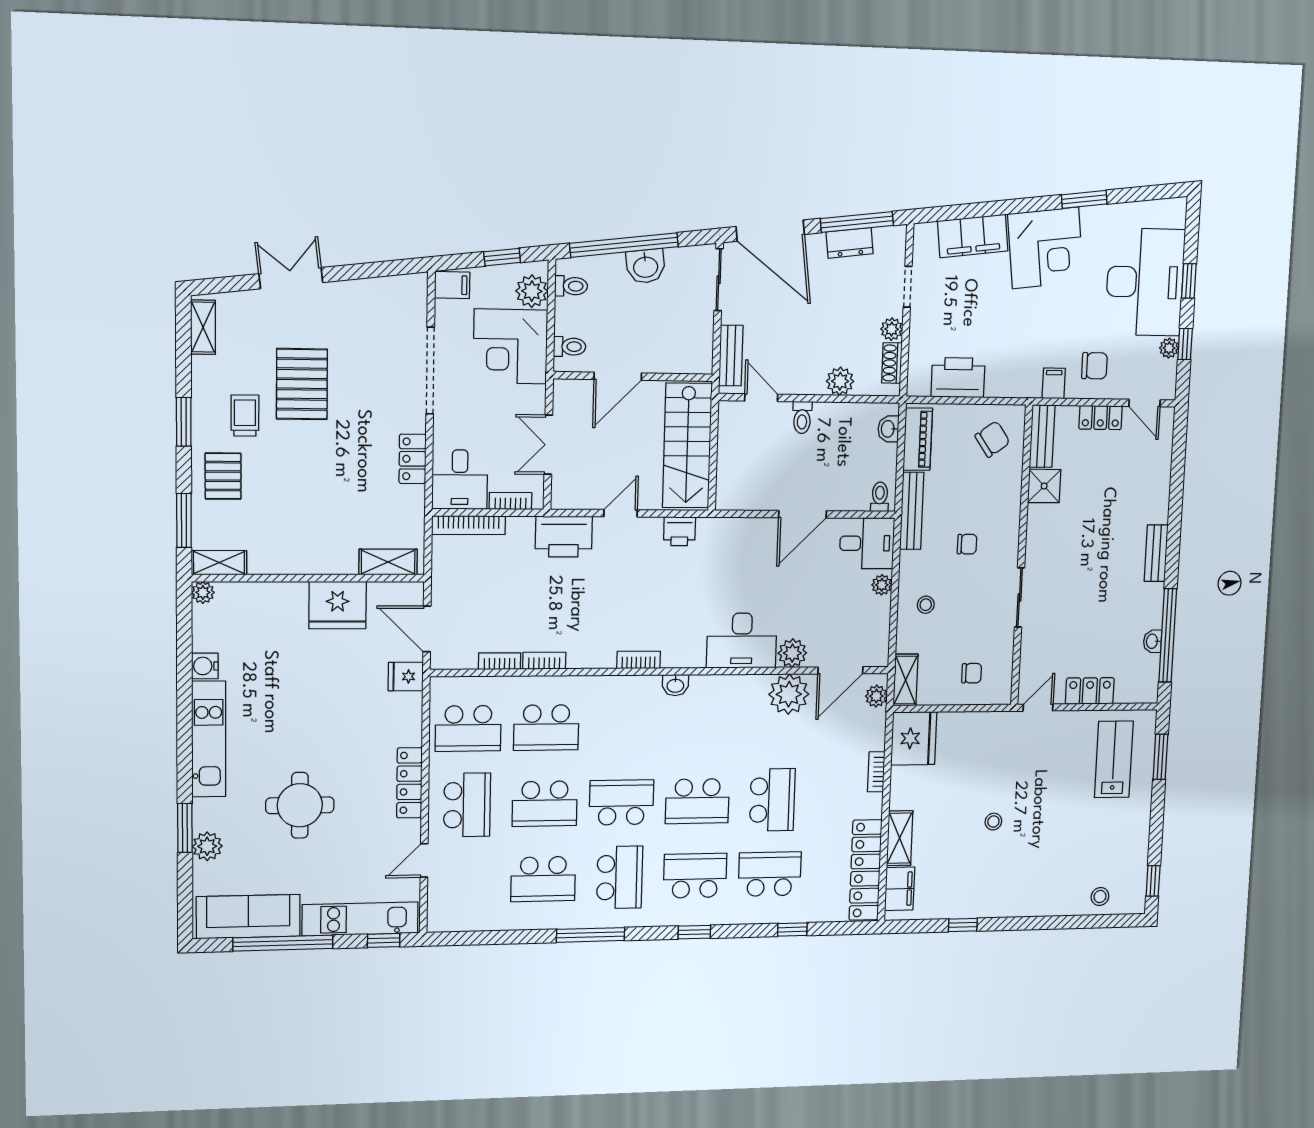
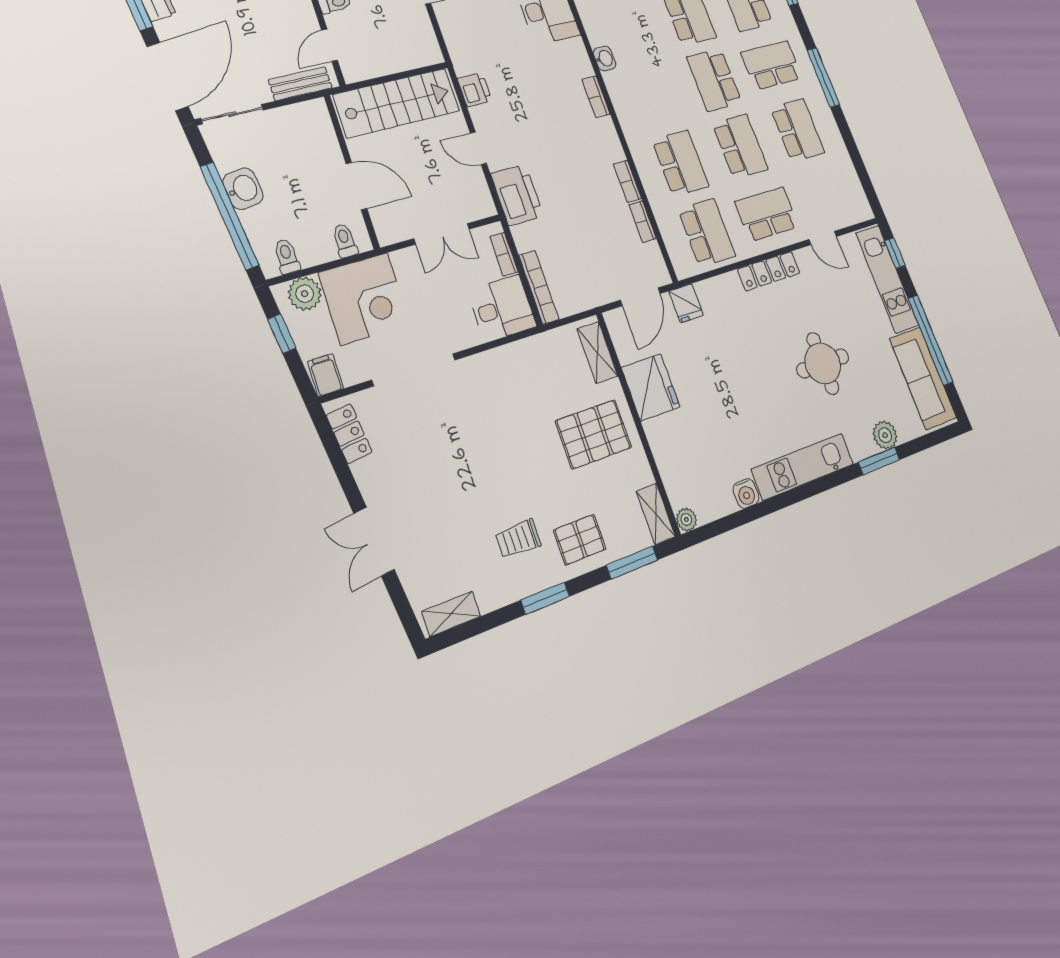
pallet: (302, 384) -> (594, 434), moved
locker: (412, 459) -> (349, 434), moved, turned -97

